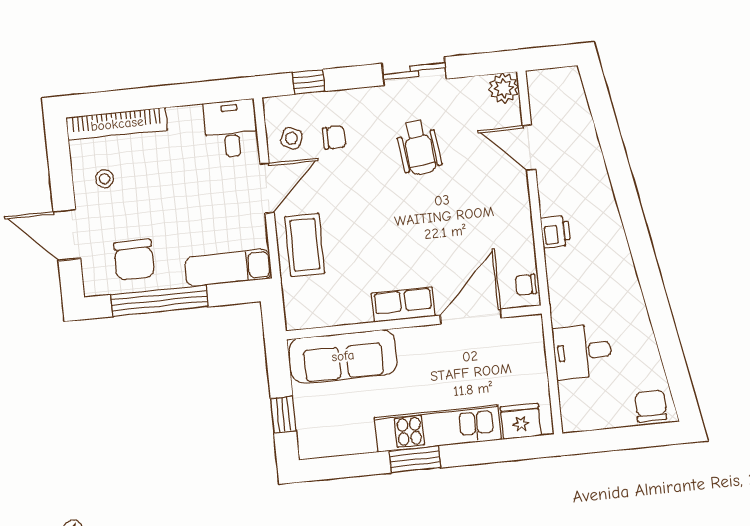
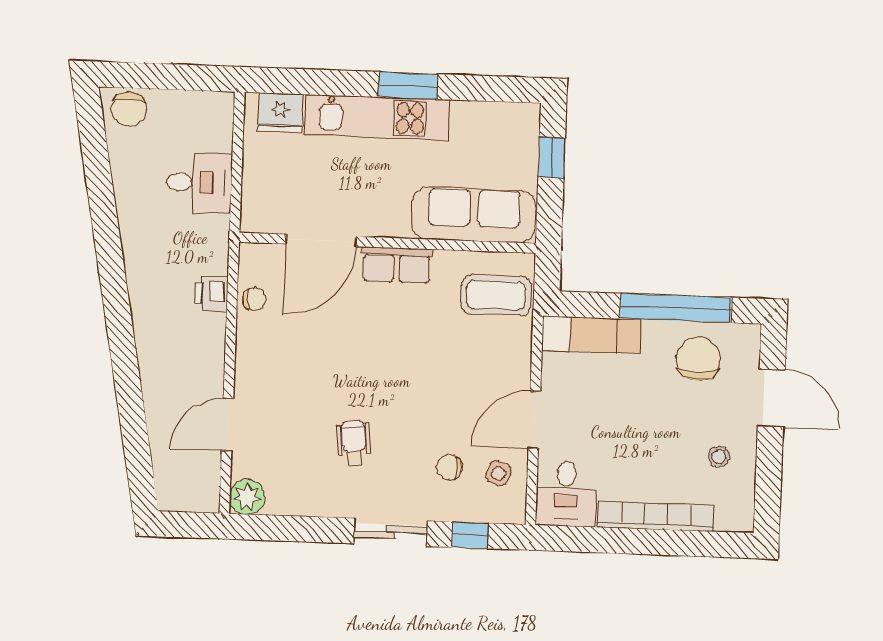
sliding door: (414, 71) -> (390, 532), moved
bookcase: (117, 124) -> (656, 516), moved
wheelchair: (419, 147) -> (354, 443), width x0.73, depth x0.73
door: (529, 148) -> (227, 425), swing flipped
printer: (556, 232) -> (212, 294), moved
coffee table: (305, 245) -> (496, 295), moved, turned 90
chair: (526, 285) -> (254, 299), moved

